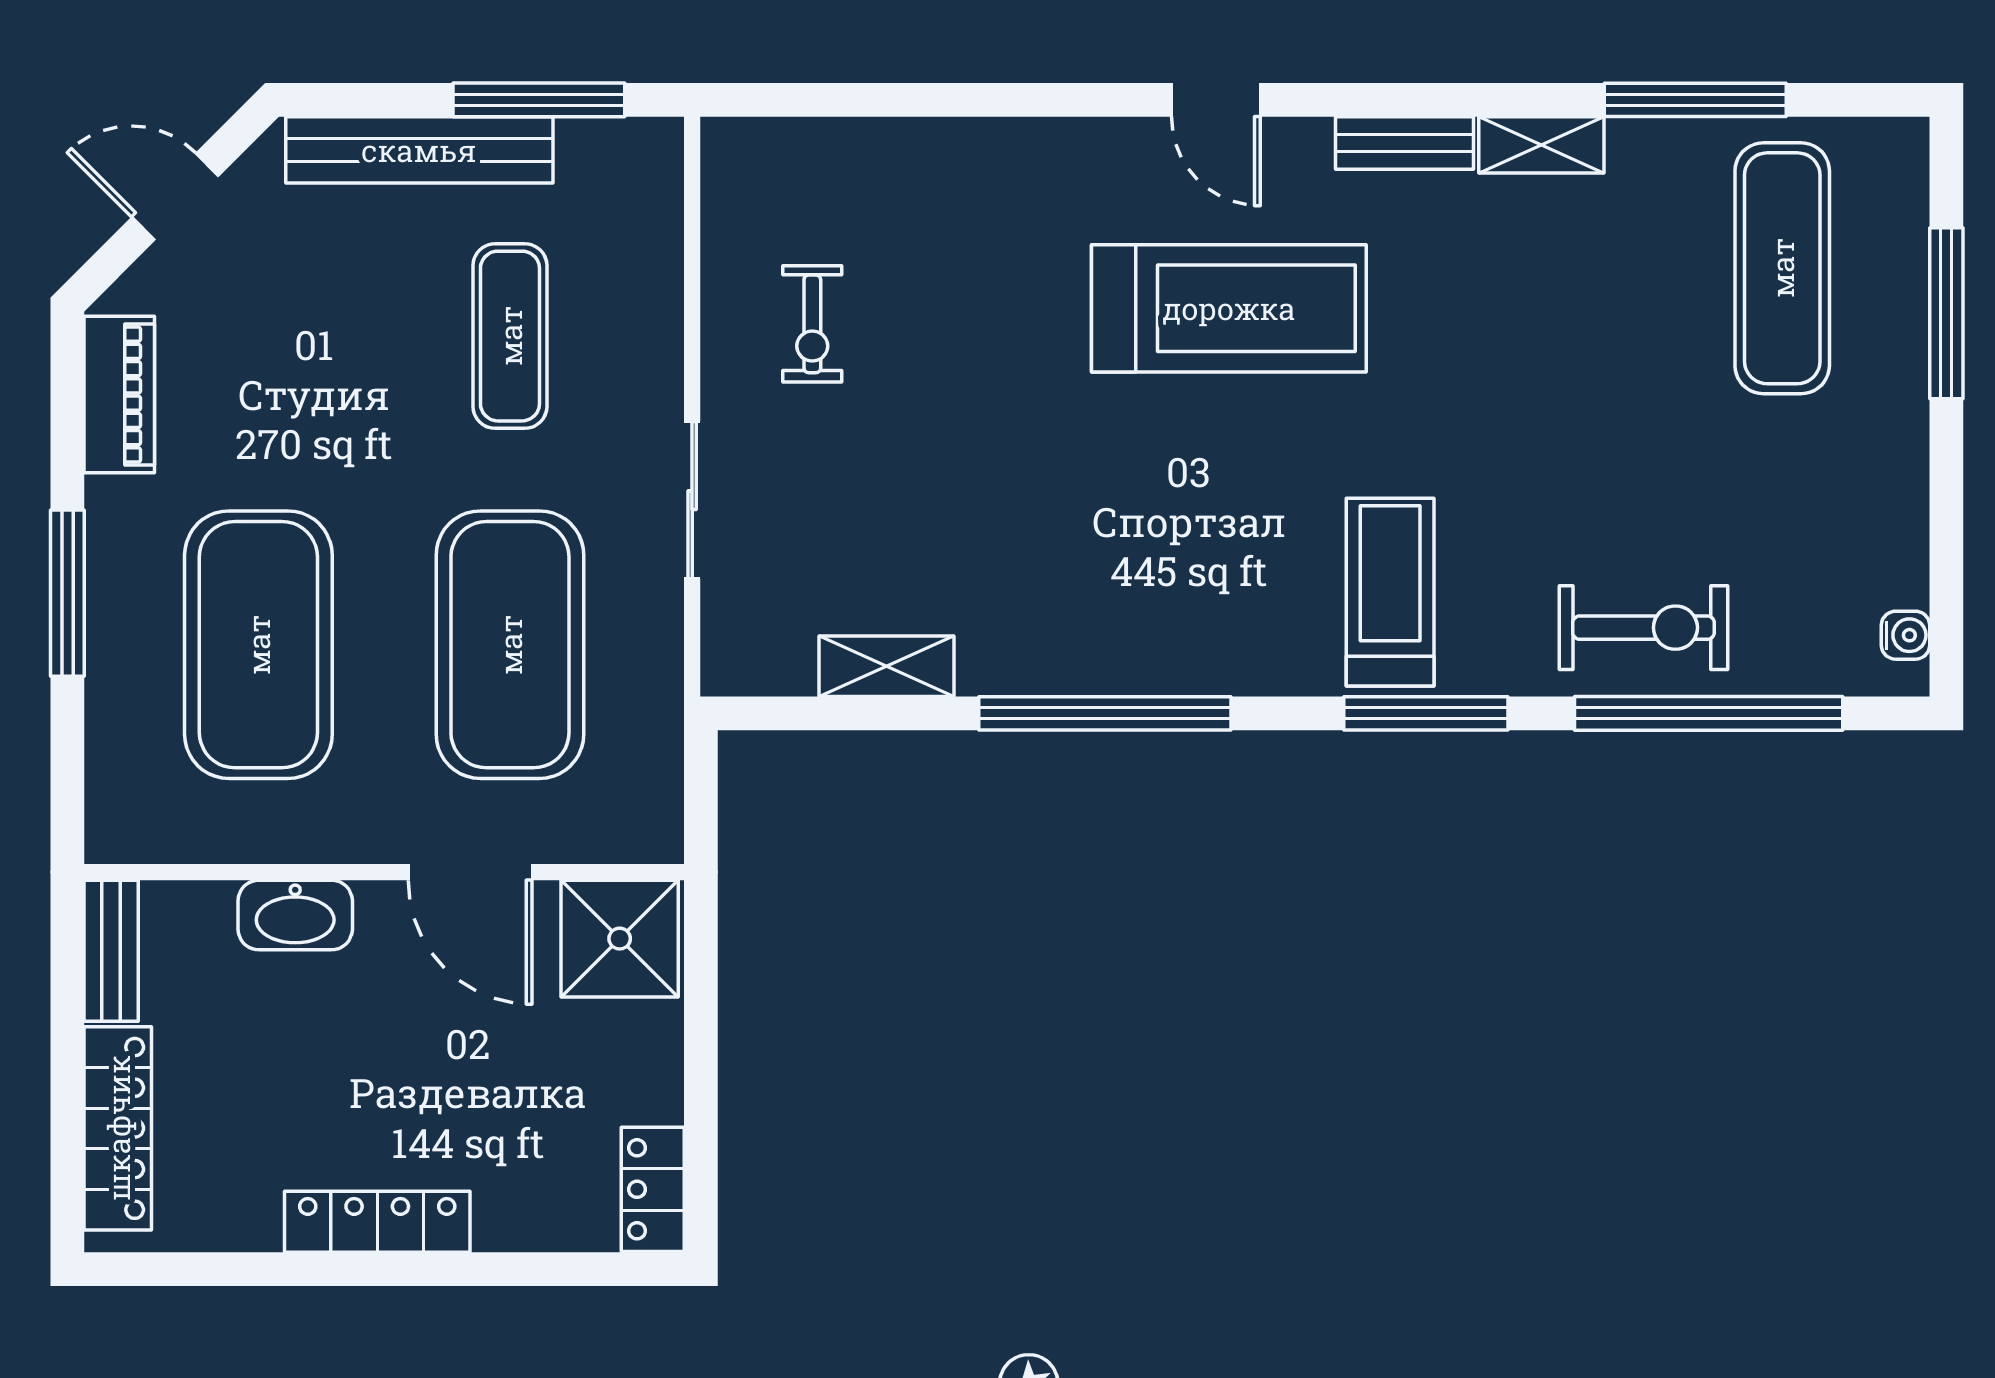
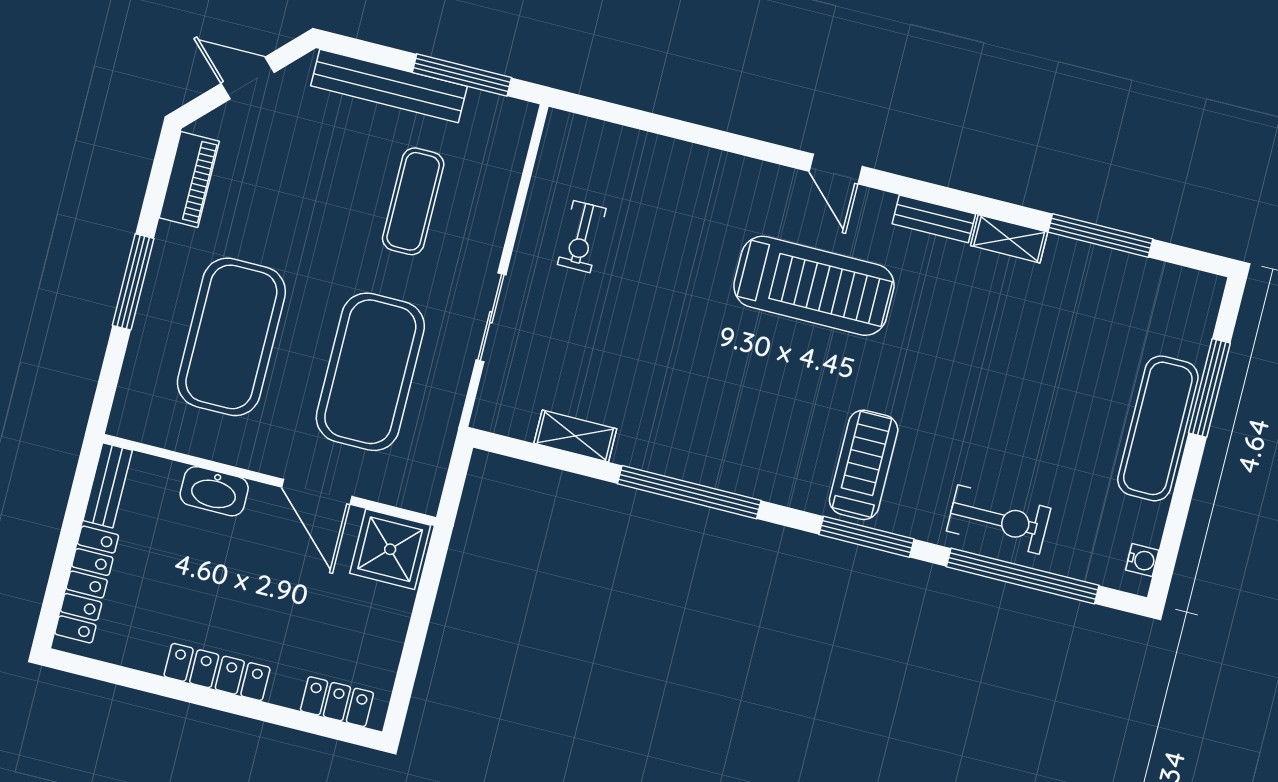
exercise mat: (1782, 268) -> (1158, 428), moved
locker: (653, 1189) -> (337, 702), moved, turned 90

